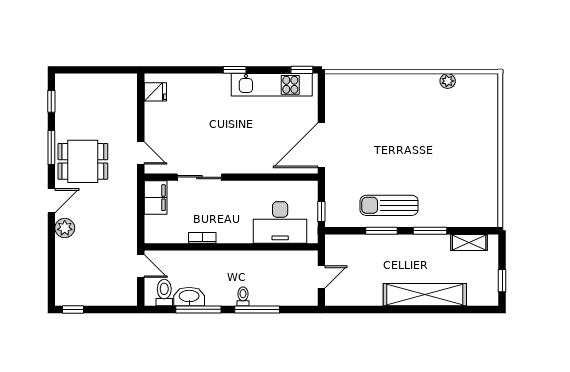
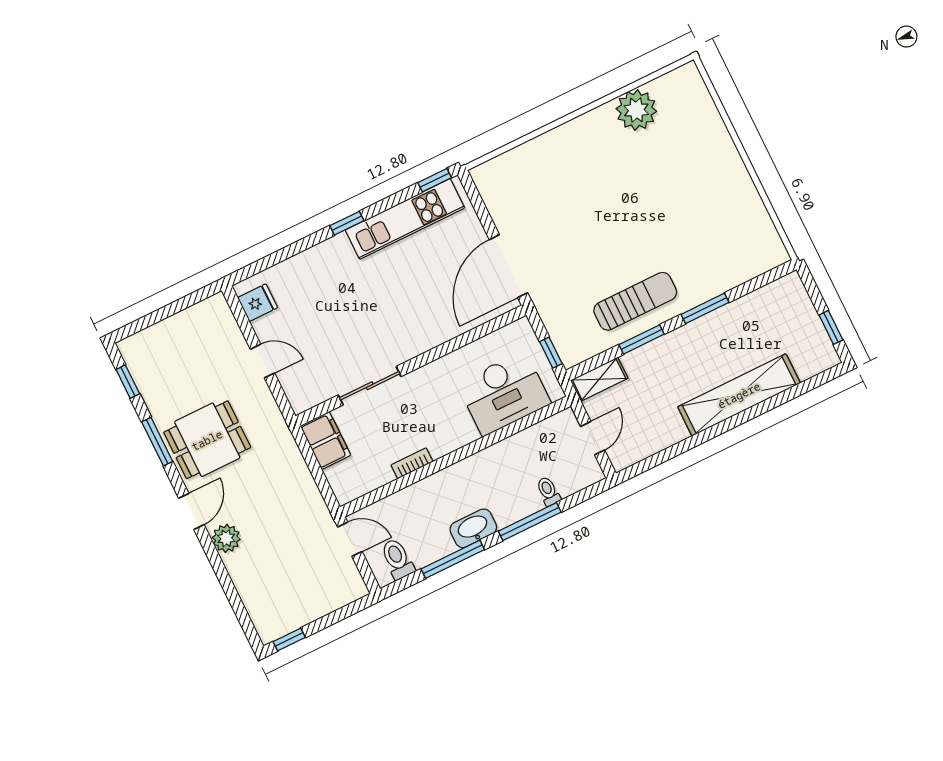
plant: (448, 81) -> (636, 110), width x1.88, depth x1.88
door: (141, 153) -> (263, 361), moved
sun lounger: (389, 205) -> (635, 301), turned 180
shelving: (469, 243) -> (599, 379), moved
toilet: (243, 296) -> (548, 491), moved
washbasin: (189, 297) -> (473, 528), moved

